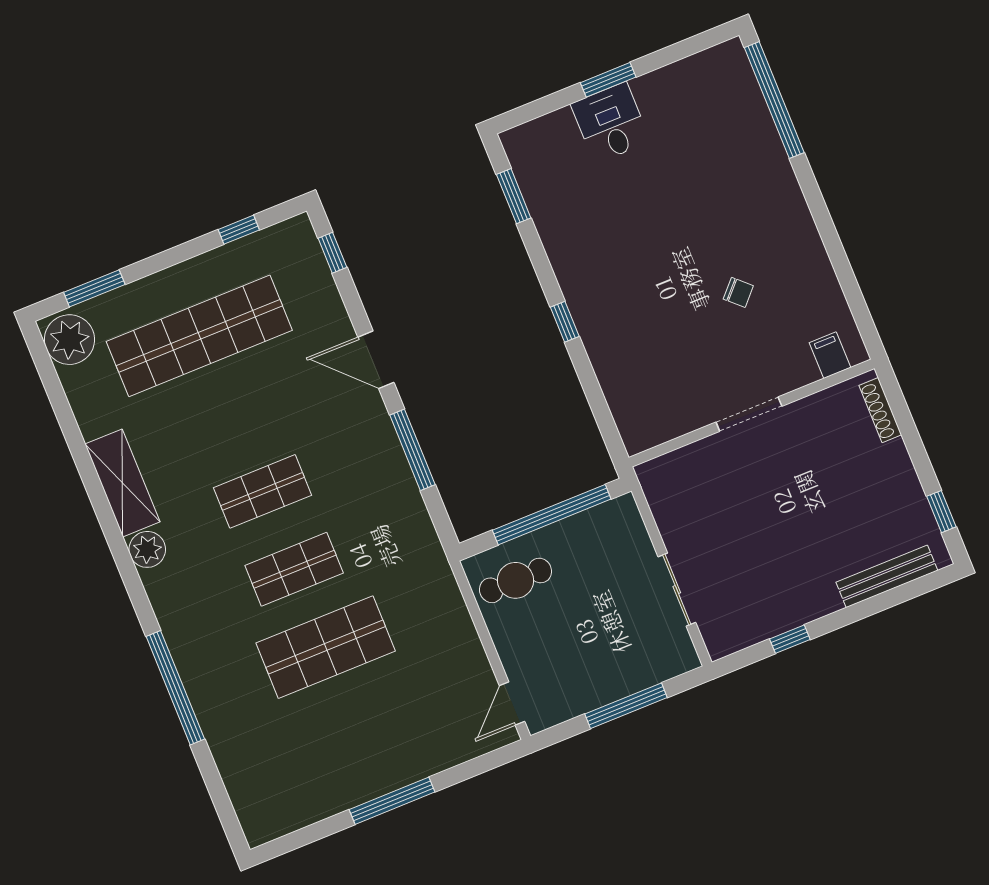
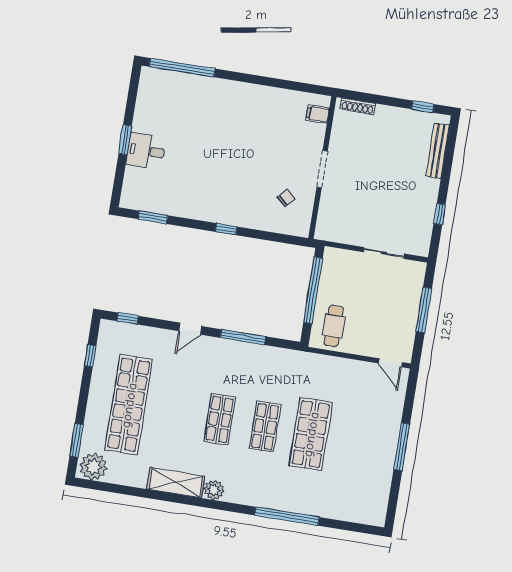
chair: (738, 292) -> (286, 198), moved
door: (376, 360) -> (190, 329), width x0.73

